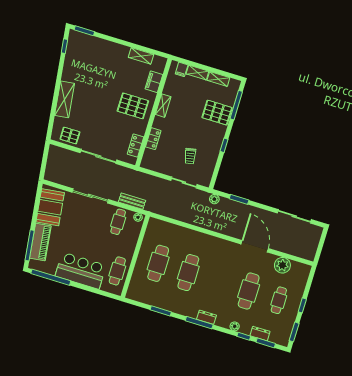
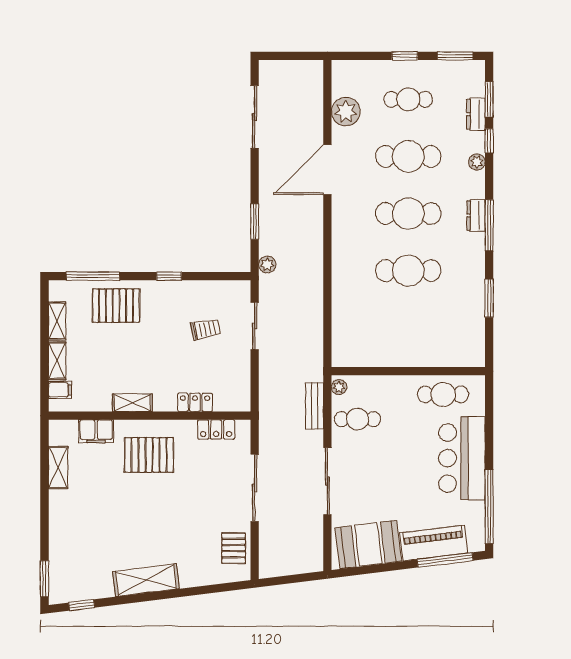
shelving: (65, 99) -> (146, 580), moved
pallet: (133, 106) -> (149, 455), turned 90
pallet: (217, 113) -> (116, 306), turned 90
cafe table: (158, 263) -> (408, 214), moved

